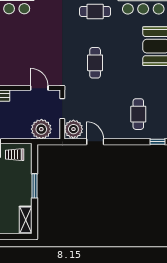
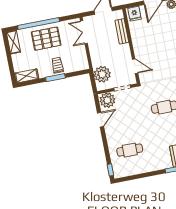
door: (39, 88) -> (135, 66), hinge flipped
trolley: (15, 155) -> (57, 65), moved

